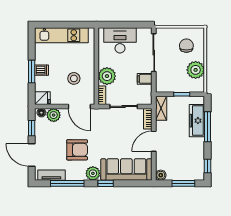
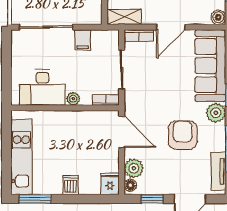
desk: (120, 40) -> (42, 87), moved, turned -90
window: (32, 71) -> (35, 199), moved
plant: (107, 76) -> (73, 99), width x0.53, depth x0.53
stool: (74, 78) -> (82, 140), removed
door: (79, 106) -> (122, 132), hinge flipped
door: (154, 141) -> (171, 27), hinge flipped

